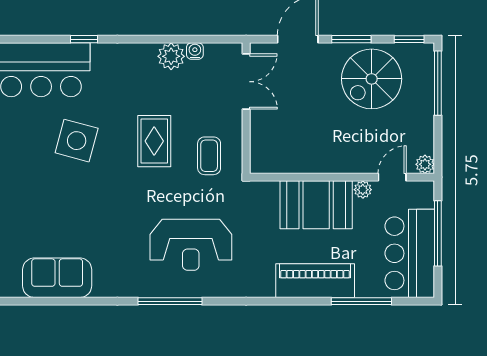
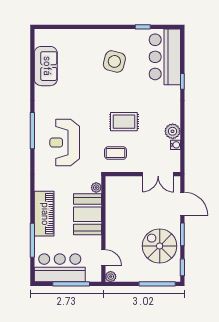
side table: (77, 141) -> (114, 61), moved
plant: (363, 190) -> (96, 187), moved

